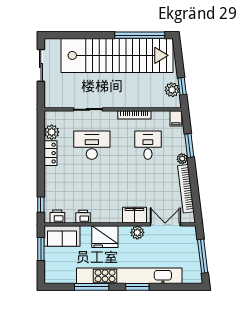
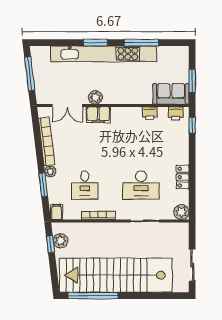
plant: (52, 132) -> (181, 212), moved
fridge: (105, 237) -> (128, 93), removed

